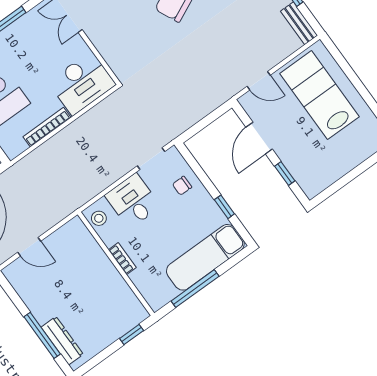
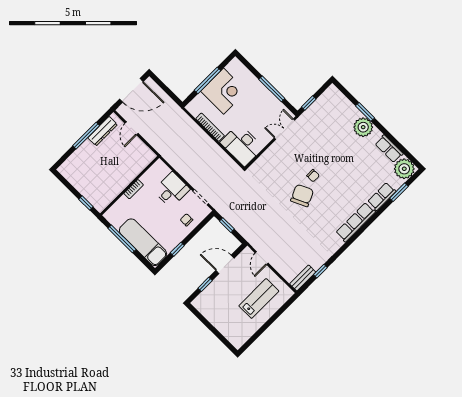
lab bench: (319, 95) -> (259, 298), width x0.73, depth x0.72
window: (200, 126) -> (227, 225), added
stool: (99, 218) -> (157, 170), removed
window: (42, 335) -> (86, 136), moved
dresser: (62, 341) -> (103, 131), moved

